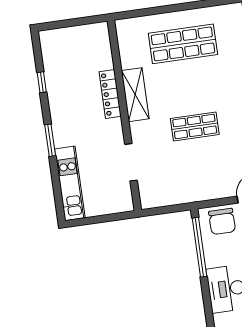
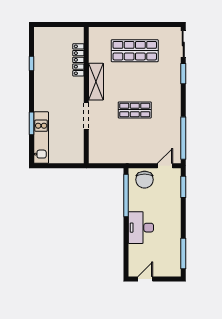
locker: (110, 94) -> (78, 60), moved
window: (50, 140) -> (31, 123), moved
doorway: (131, 162) -> (86, 116), moved

